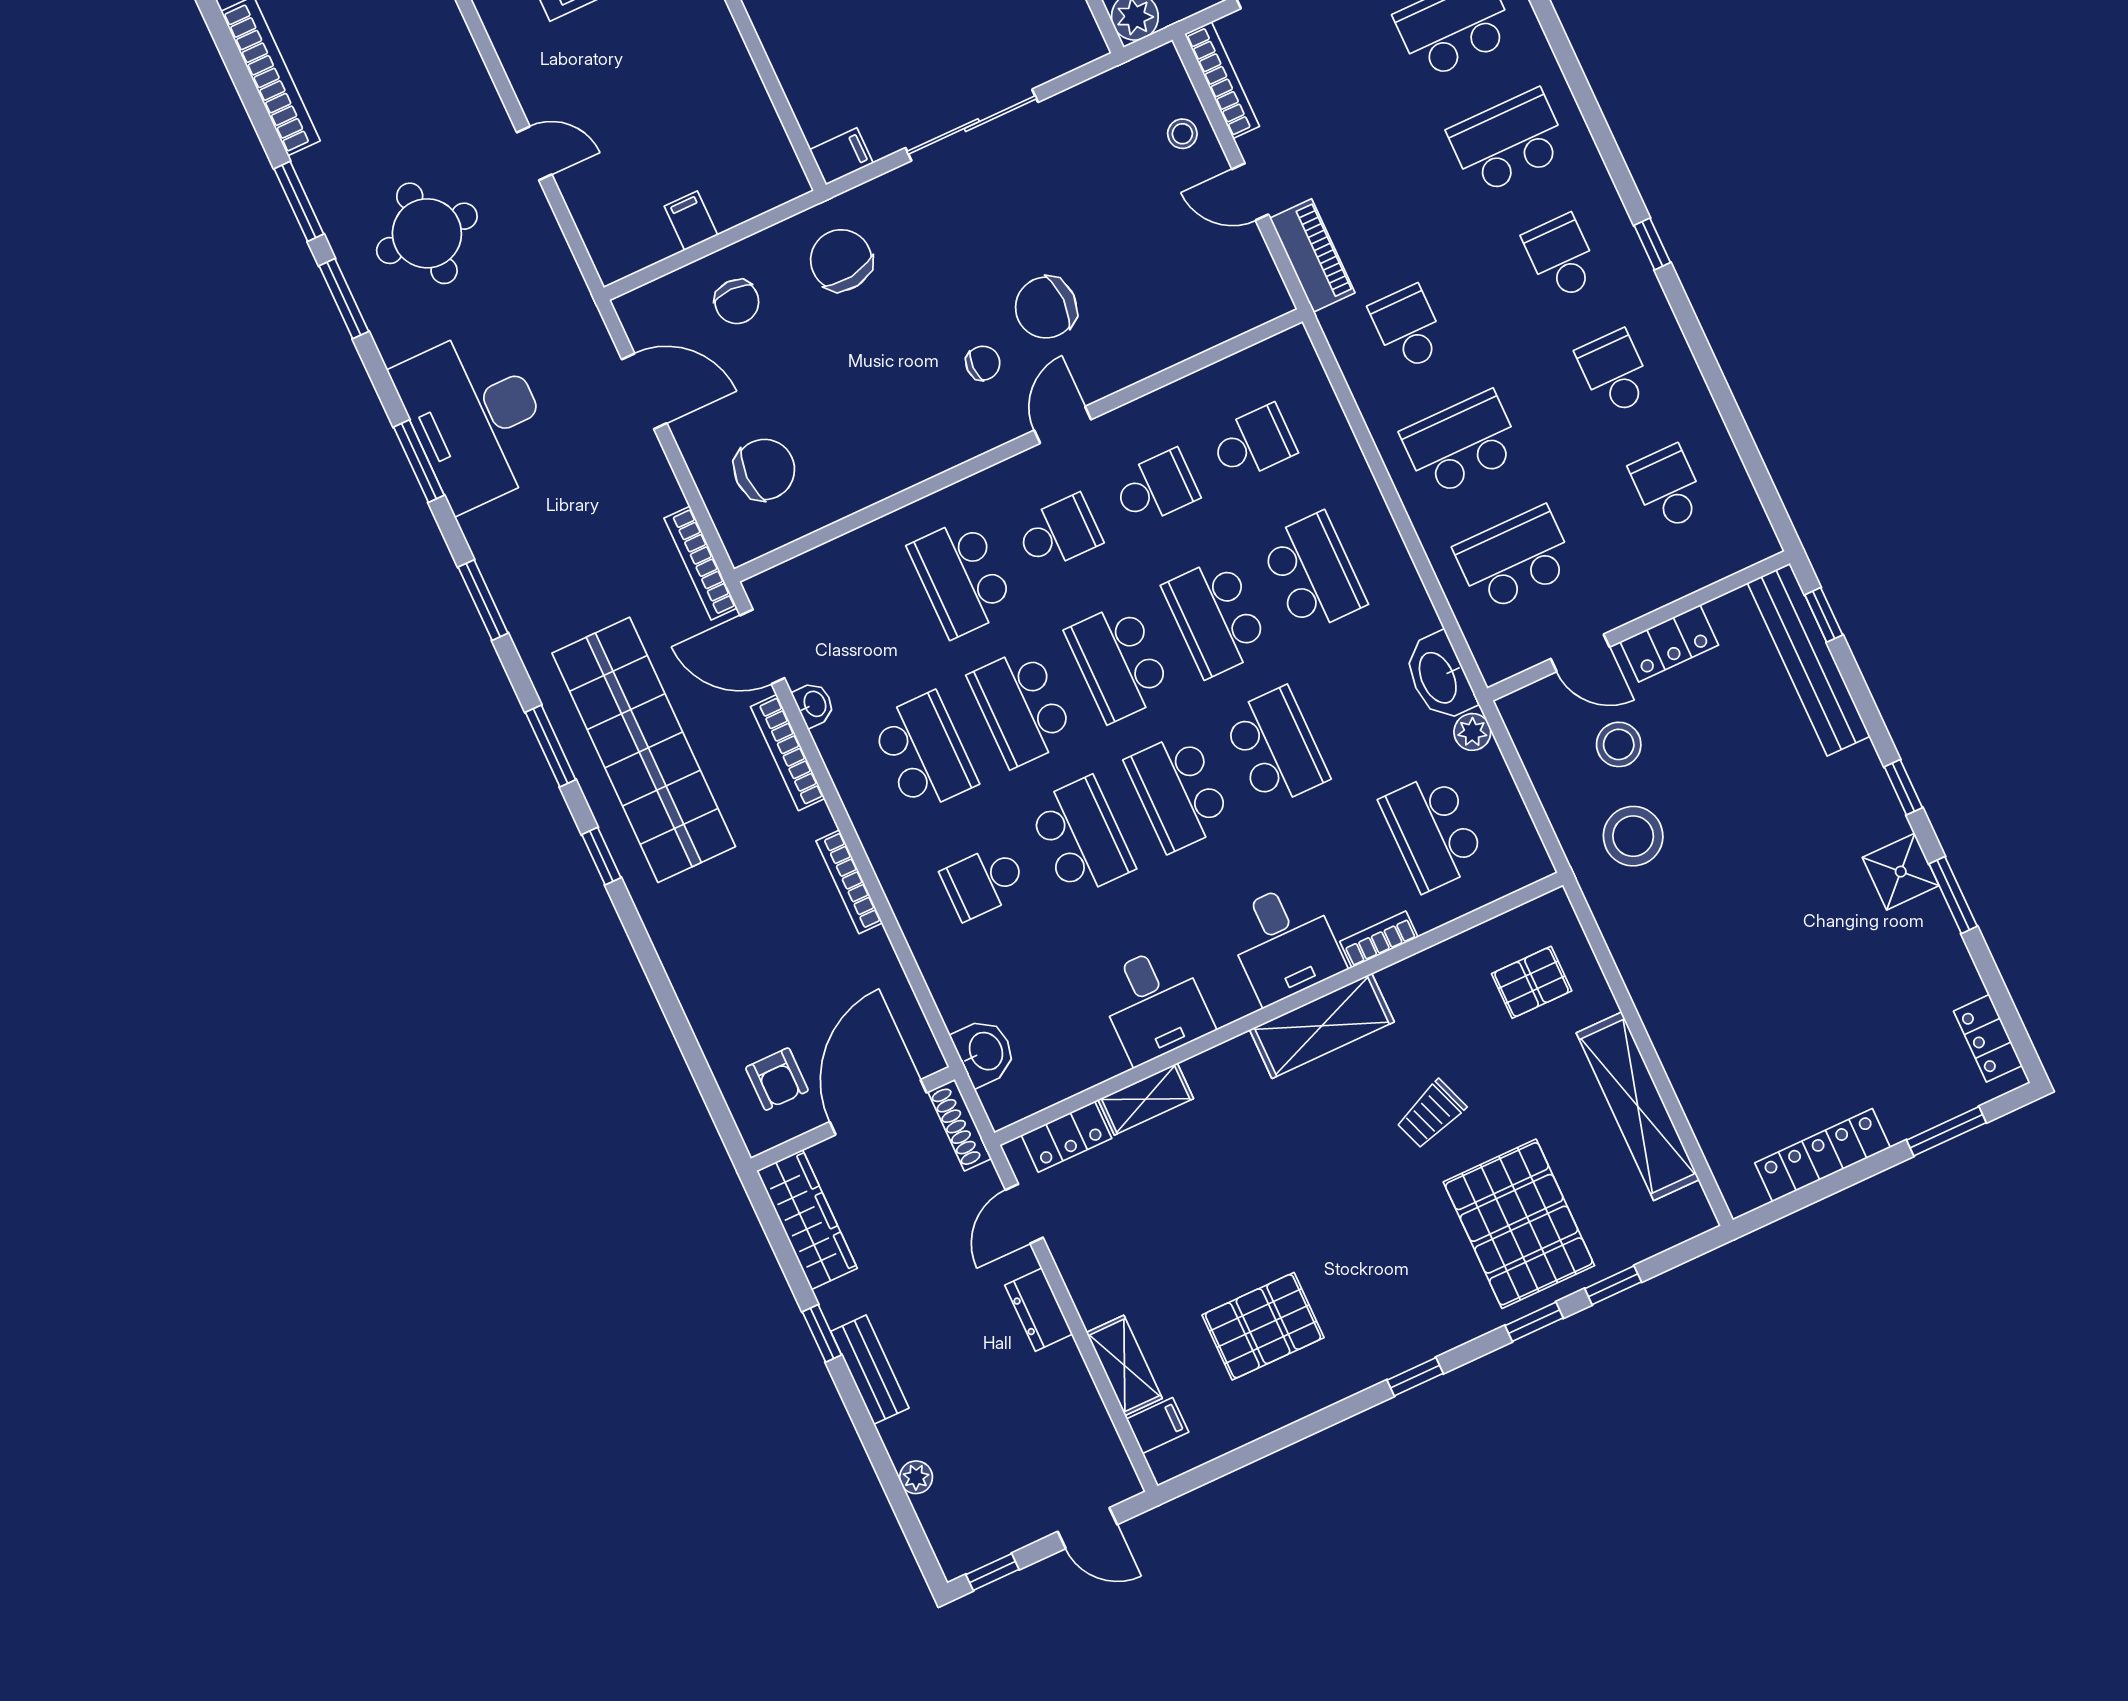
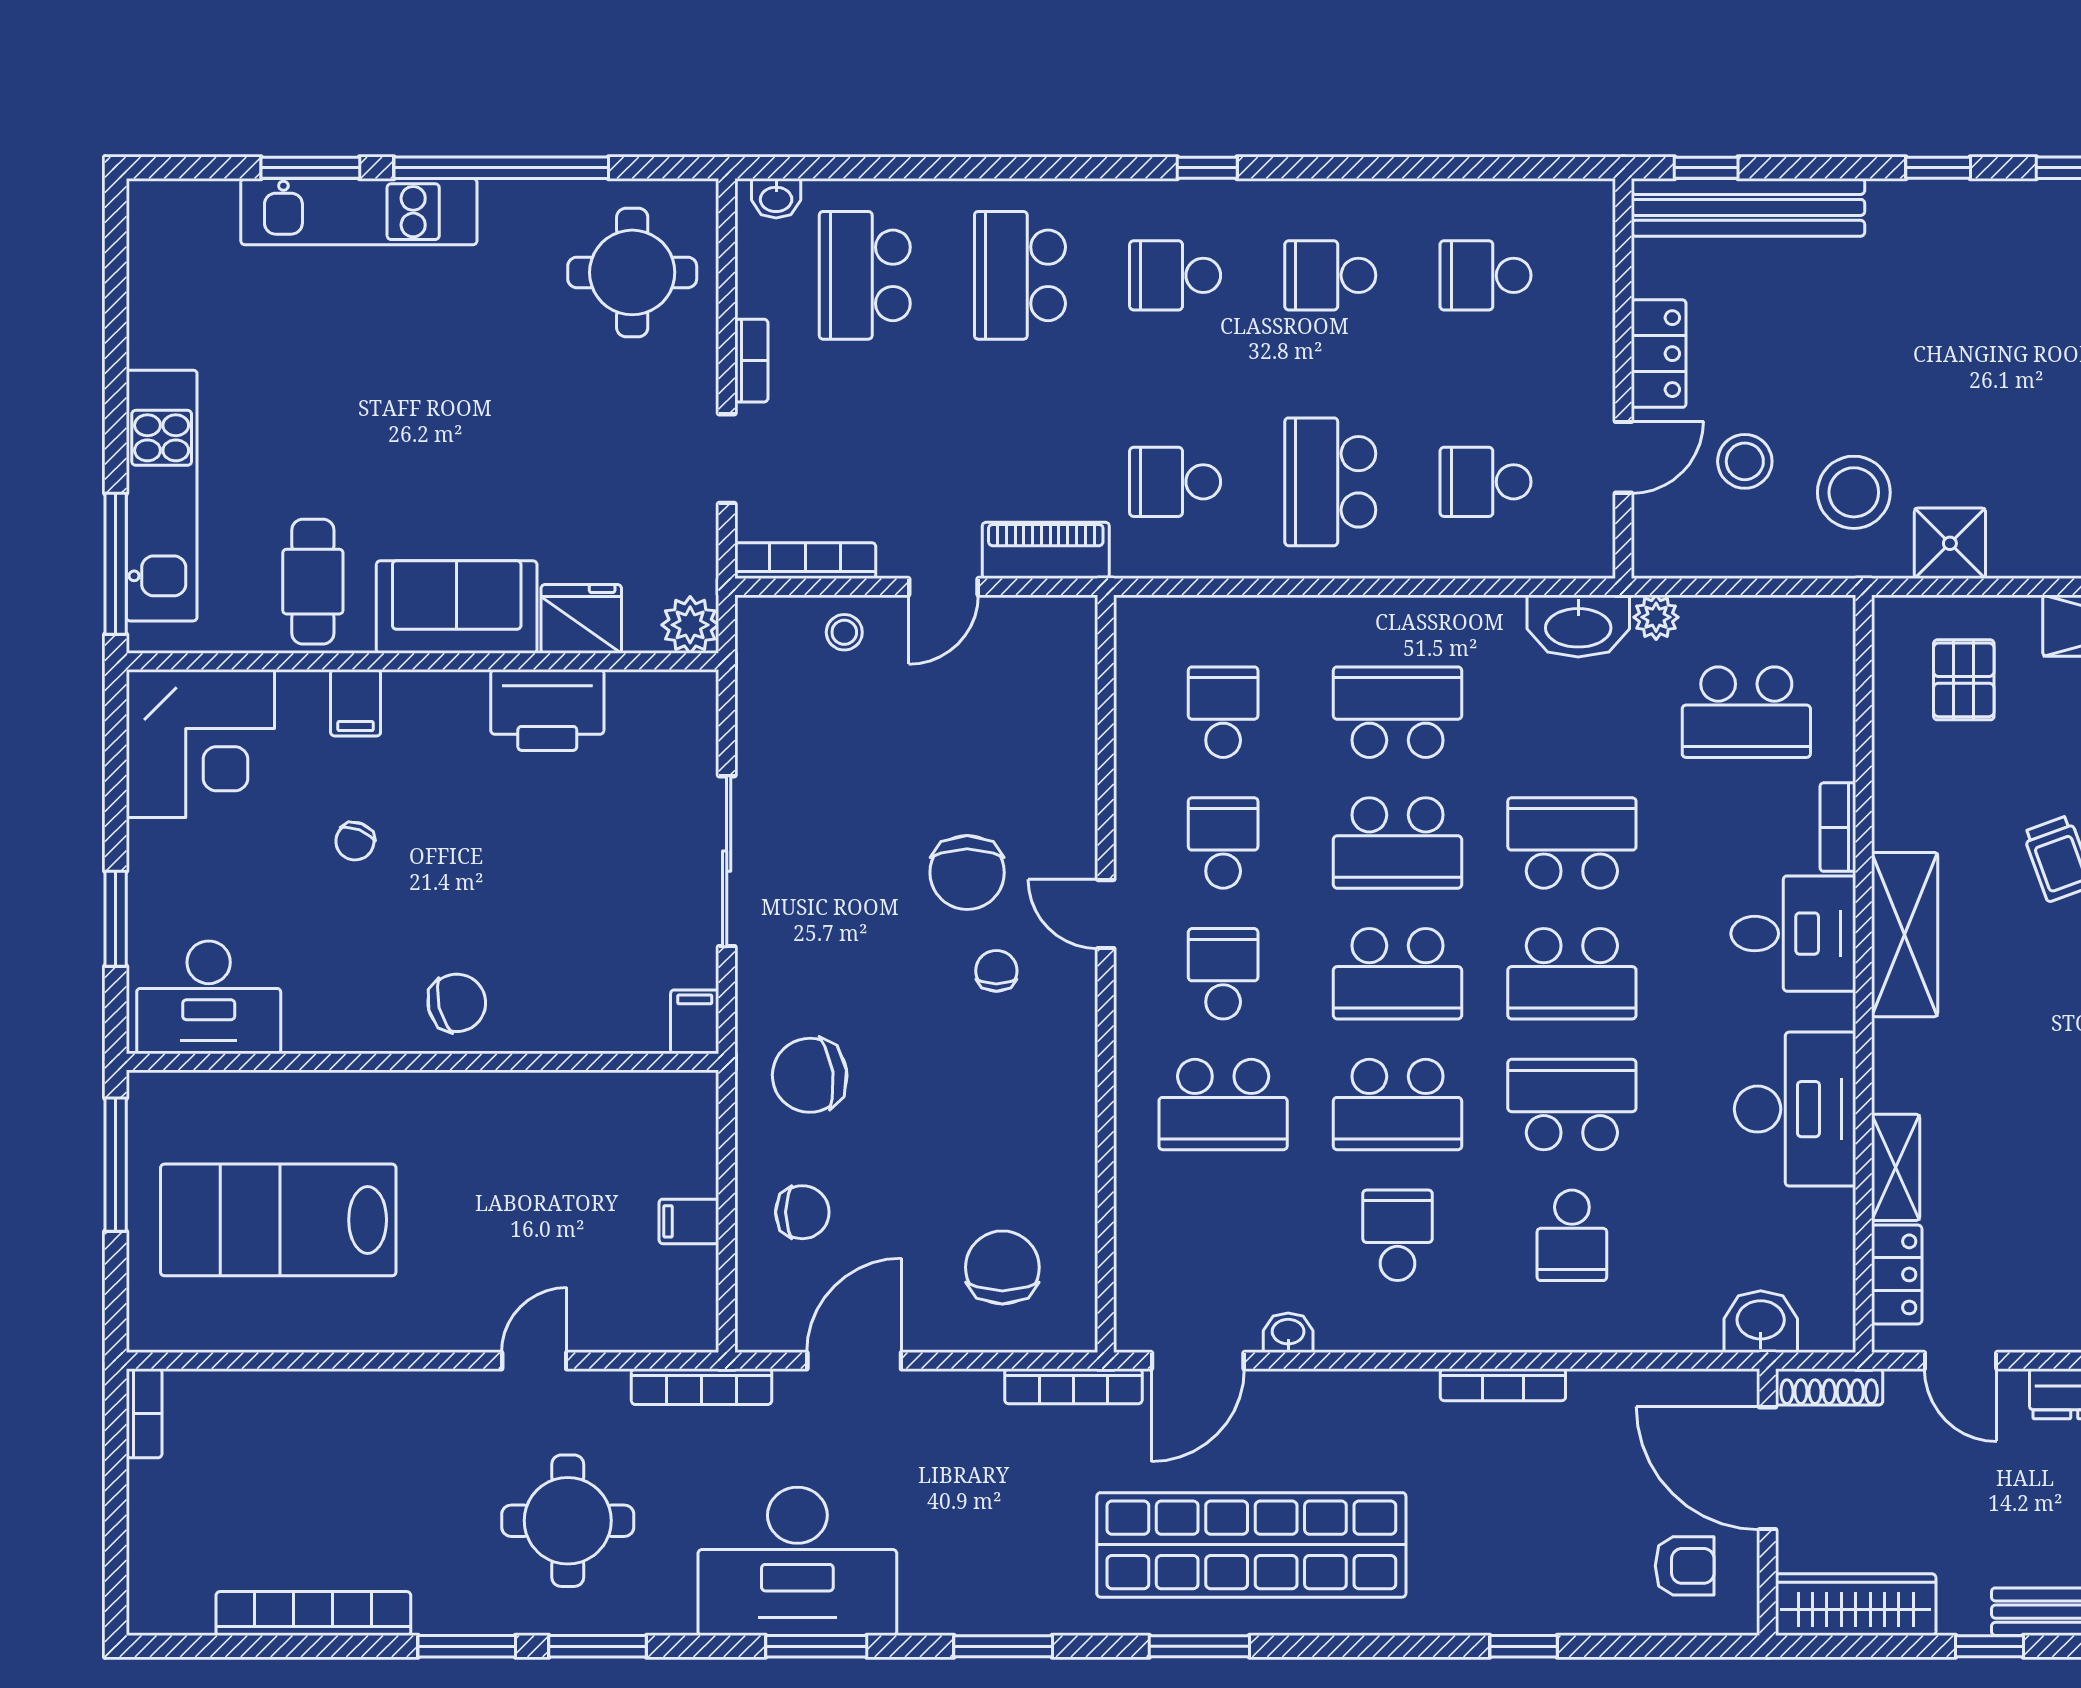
school desk: (1514, 559) -> (1485, 482), width x0.54
school desk: (924, 752) -> (1397, 1235), width x0.54
bookcase: (788, 753) -> (702, 1387), moved
window: (601, 856) -> (1524, 1646), moved
shower: (1901, 872) -> (1950, 543), moved
desk: (1154, 1004) -> (1795, 1109), width x1.37

